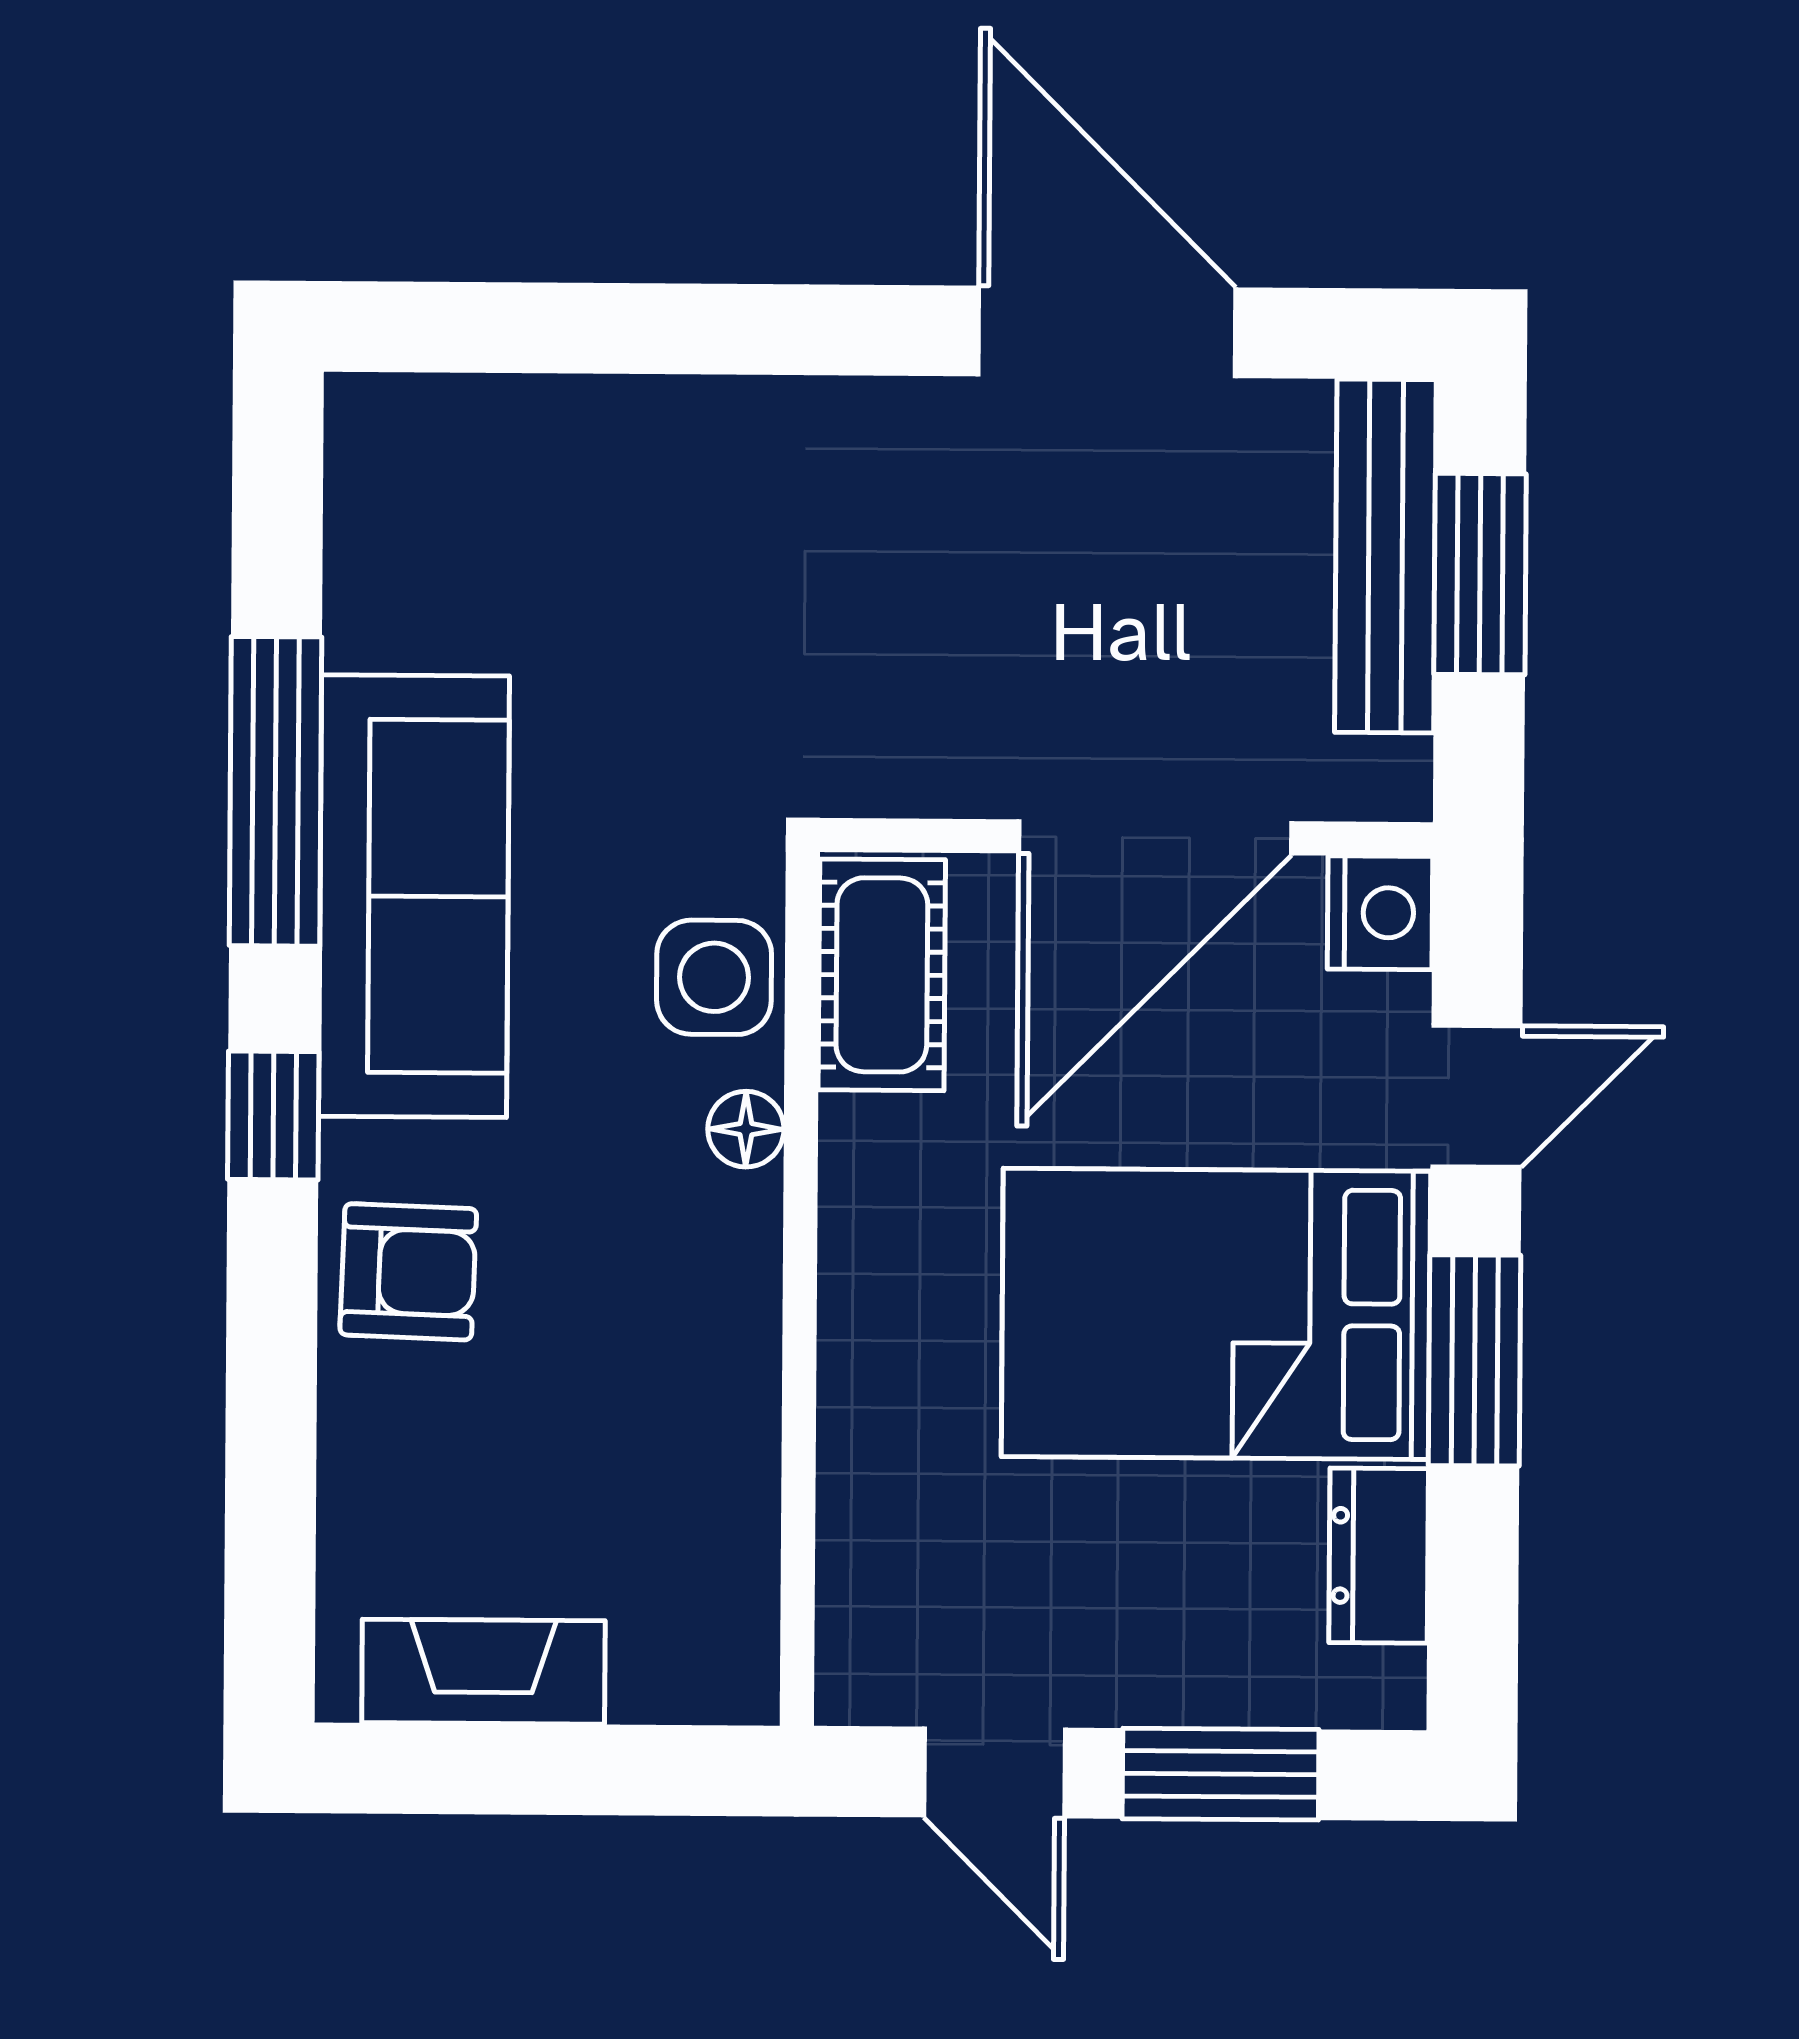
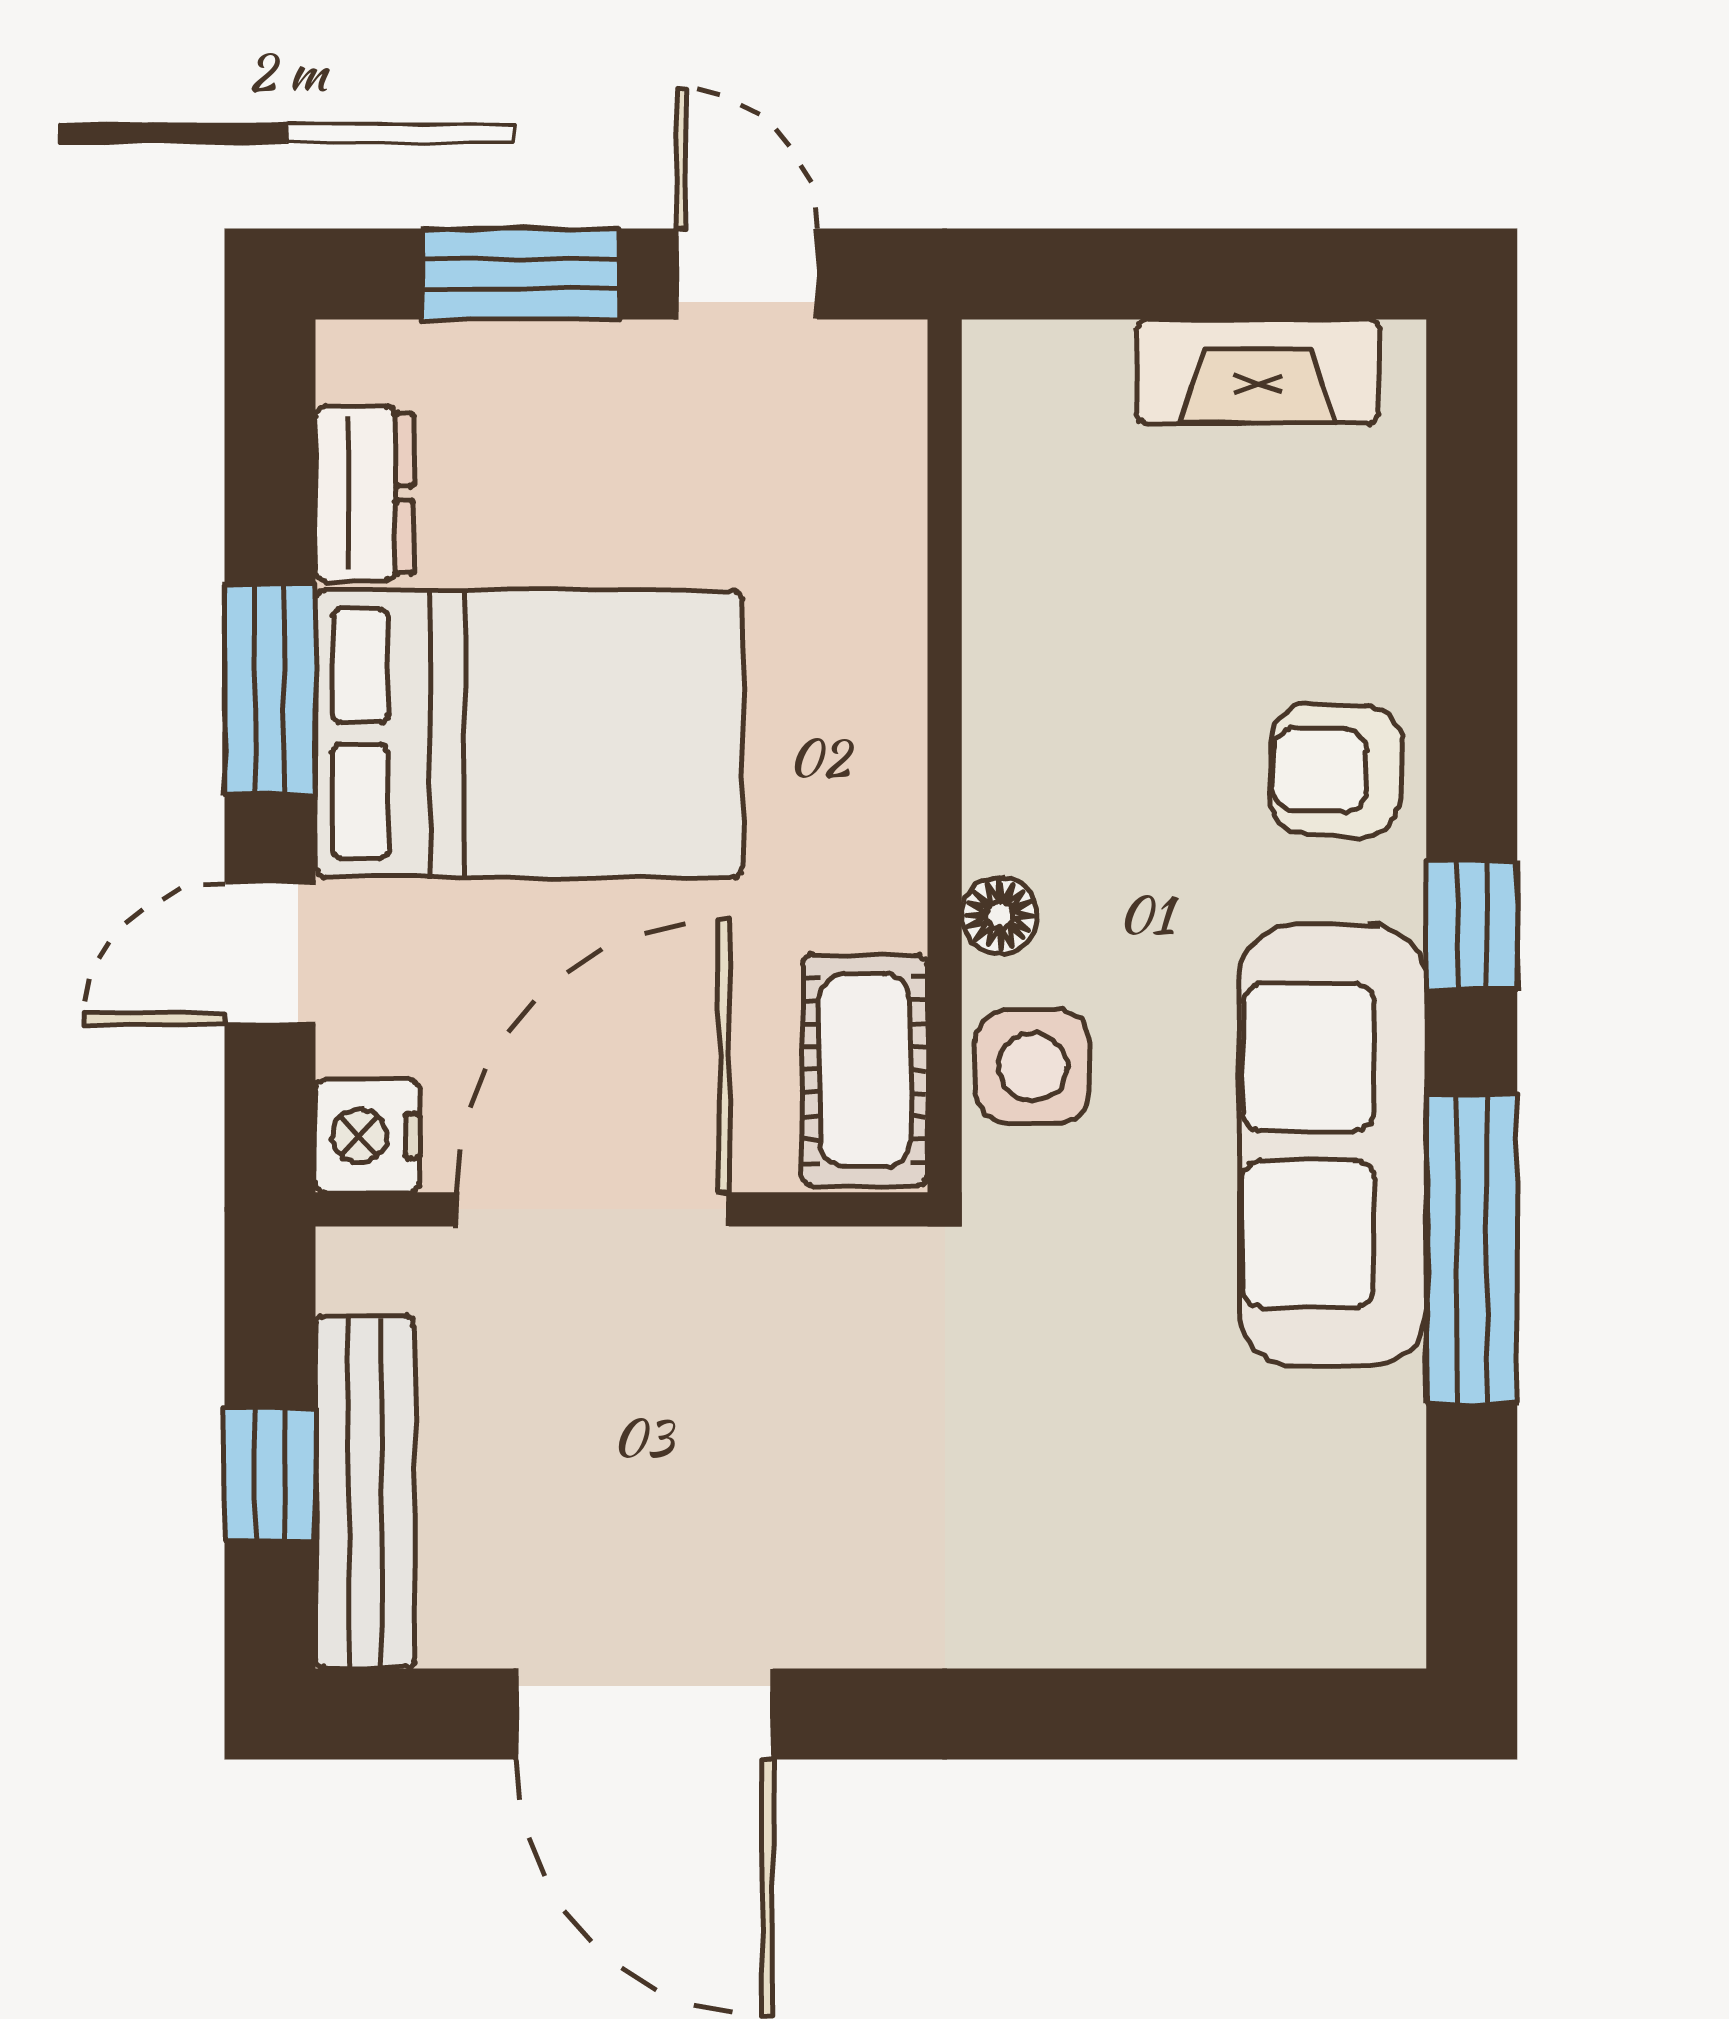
window: (1480, 574) -> (270, 1475), width x0.67

